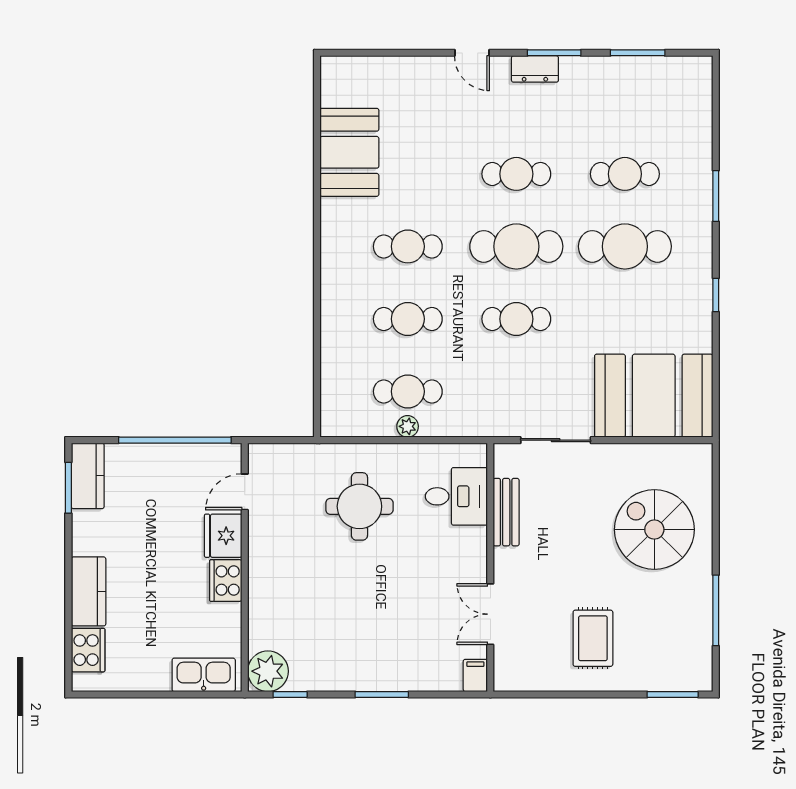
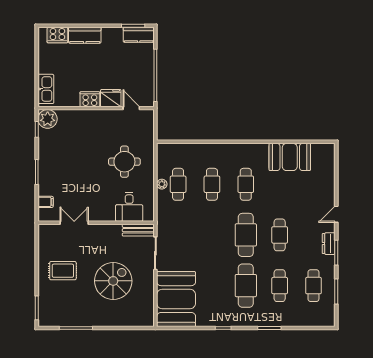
cafe table: (516, 319) -> (313, 286), moved
bench: (506, 512) -> (138, 230), moved
spiral stairs: (654, 530) -> (113, 281), moved
filing cabinet: (475, 675) -> (46, 202), moved

